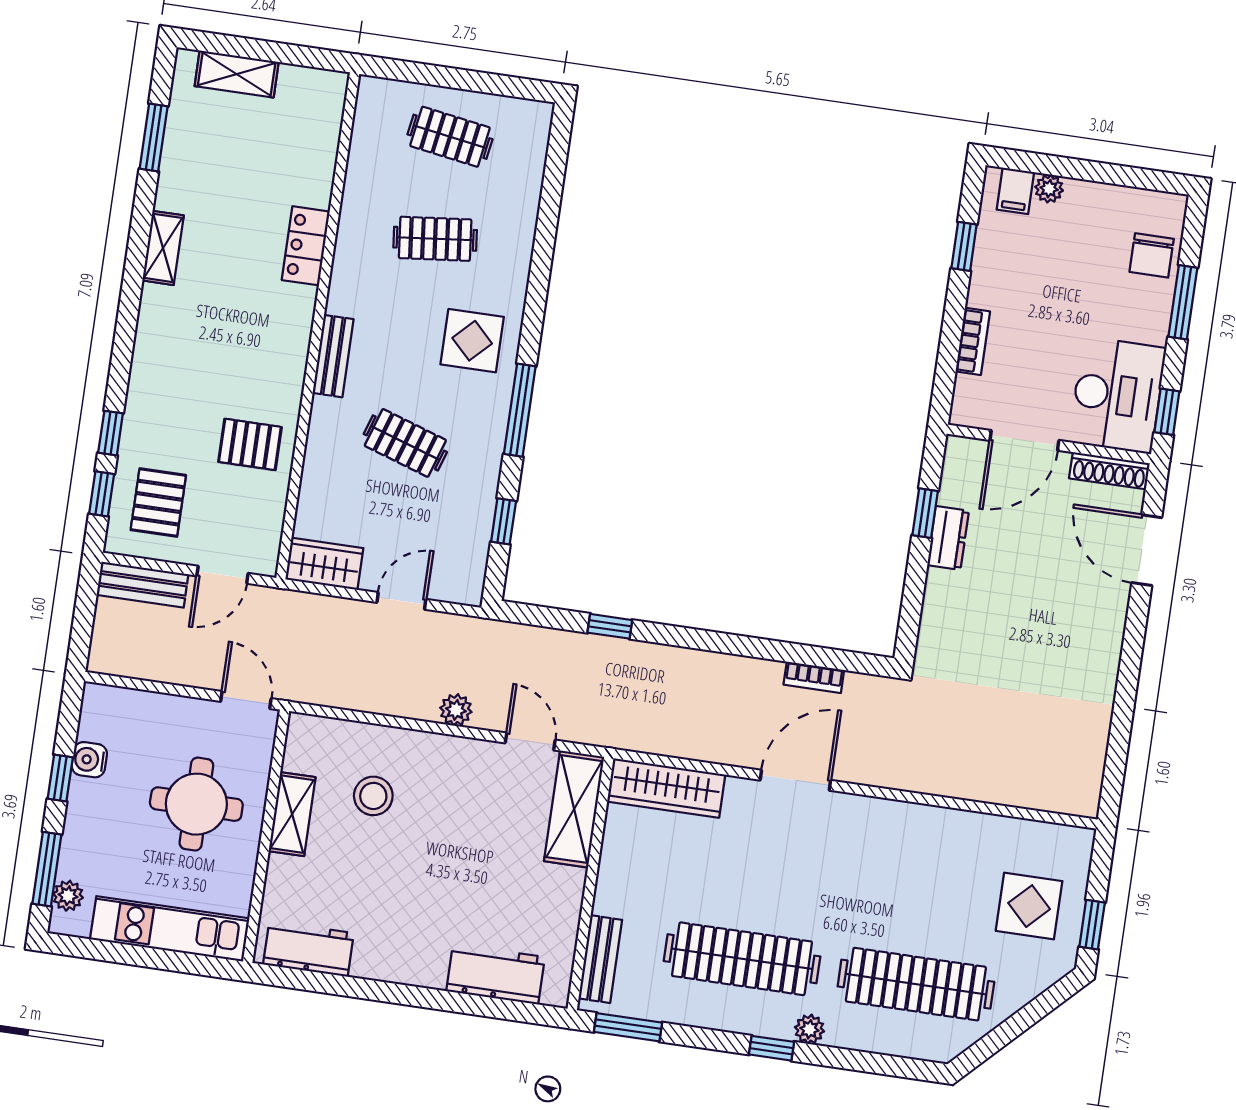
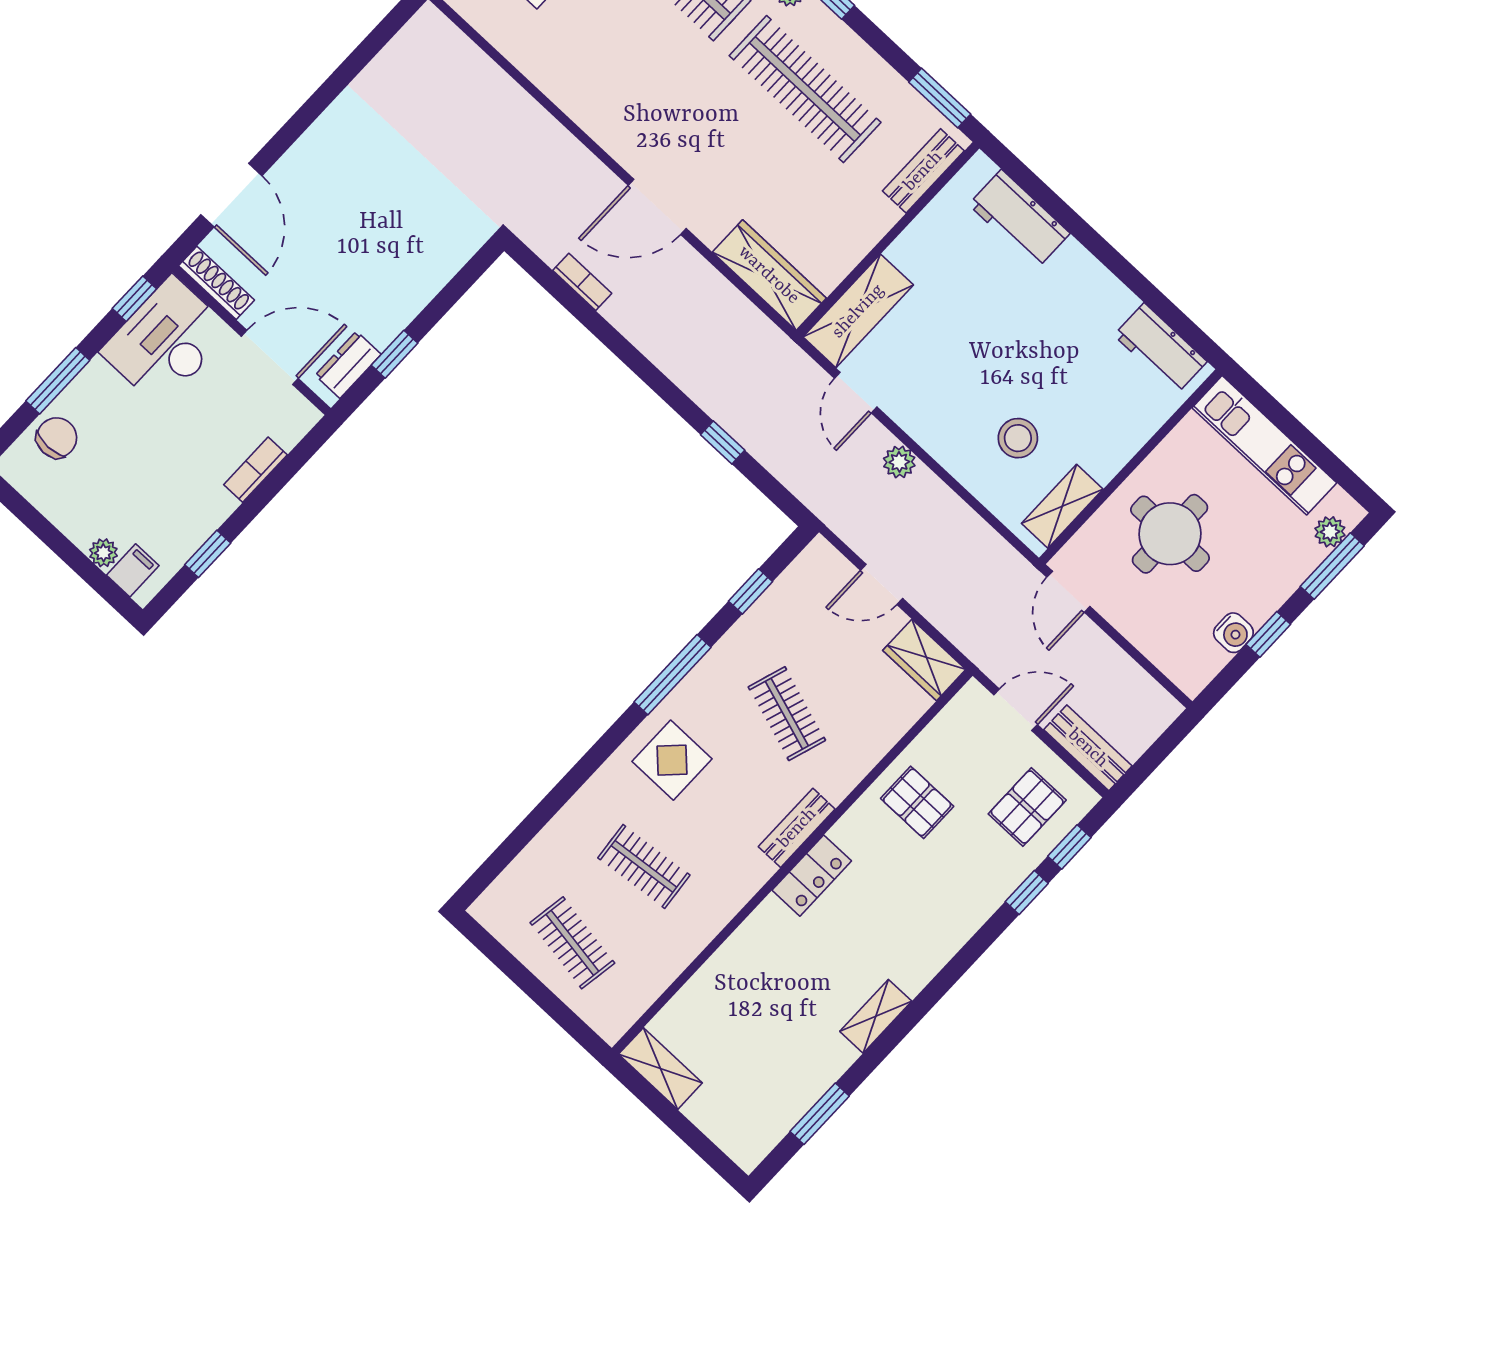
shelving: (237, 74) -> (660, 1069), moved
locker: (306, 246) -> (812, 876), moved
dresser: (948, 538) -> (348, 365), moved
shelving: (292, 814) -> (1062, 506), moved

